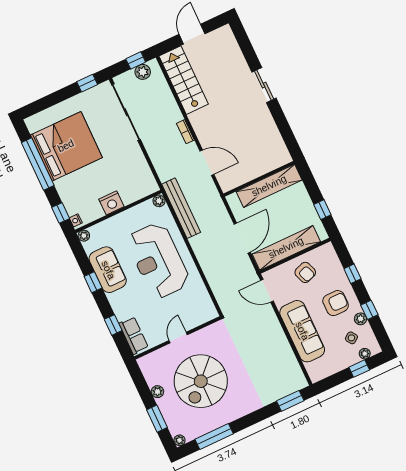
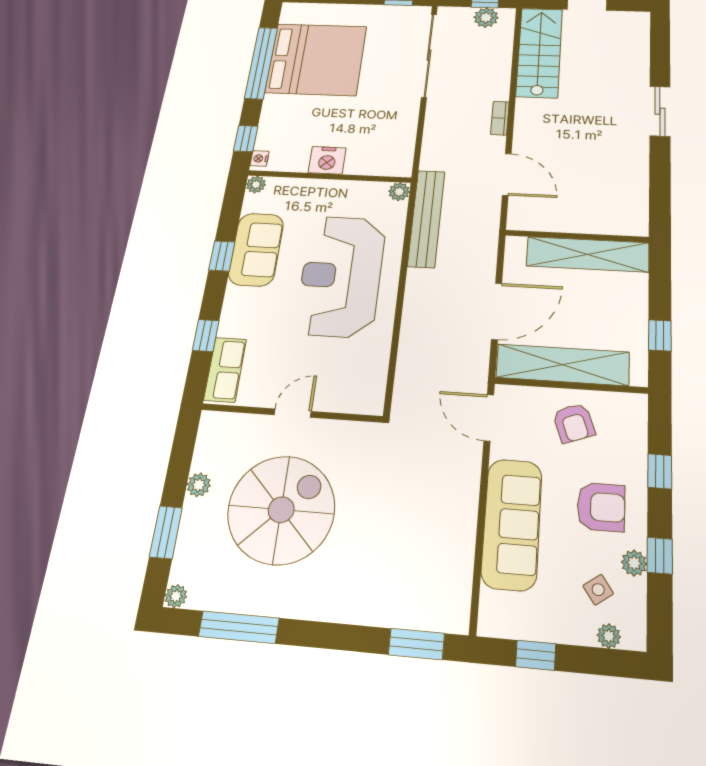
window: (359, 369) -> (536, 655), moved
spiral stairs: (201, 381) -> (281, 510), turned 180

